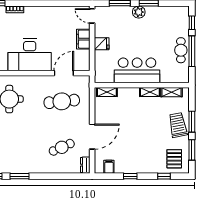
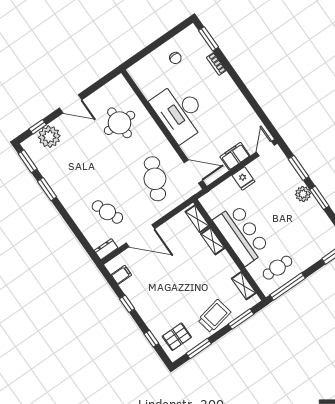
cafe table: (181, 50) -> (277, 268), moved
window: (192, 51) -> (288, 287), moved
door: (64, 73) -> (193, 172), moved
shelving: (150, 92) -> (213, 241), moved
cafe table: (62, 101) -> (155, 179), turned 30
window: (192, 122) -> (241, 319), moved

